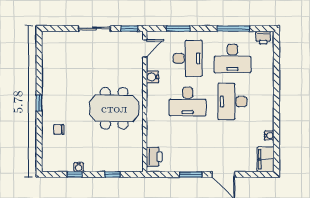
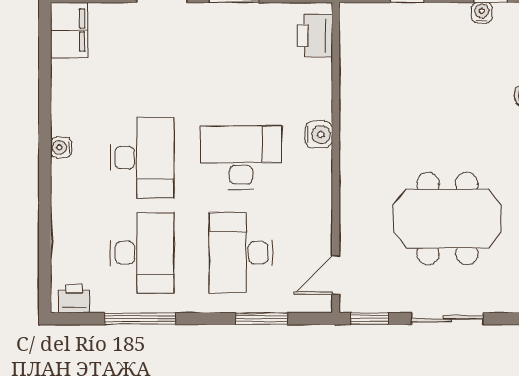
desk: (232, 58) -> (142, 253), turned 90
water cooler: (152, 77) -> (319, 134), moved
meeting table: (114, 108) -> (447, 219), moved
water cooler: (269, 136) -> (61, 147), moved

